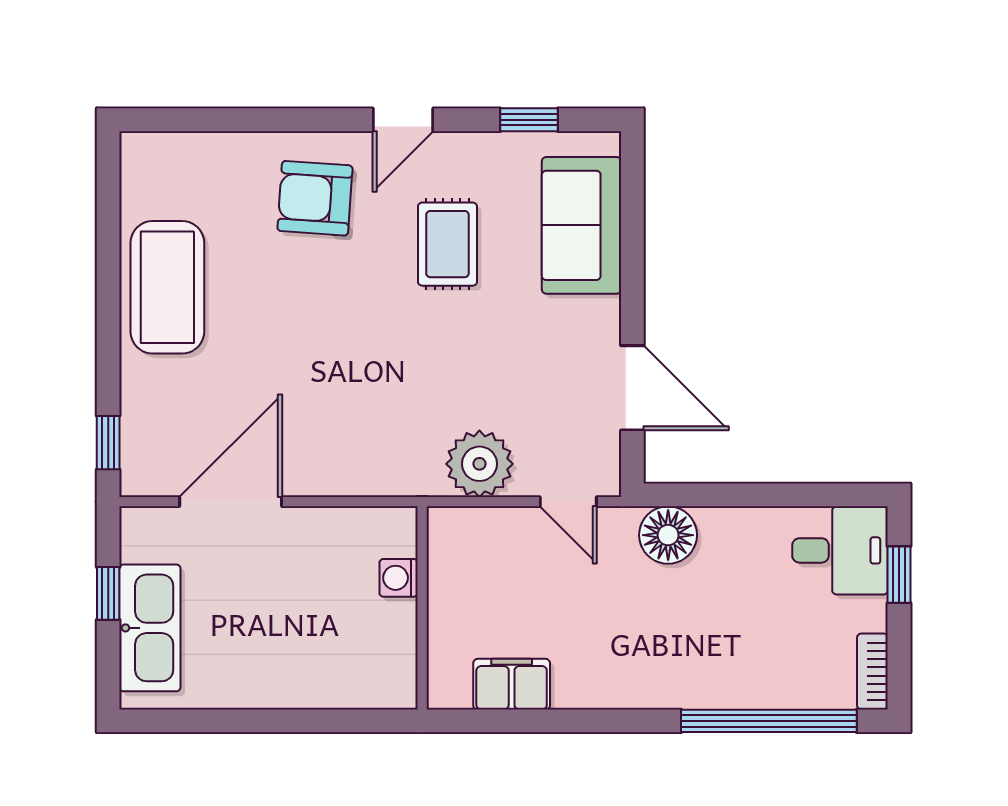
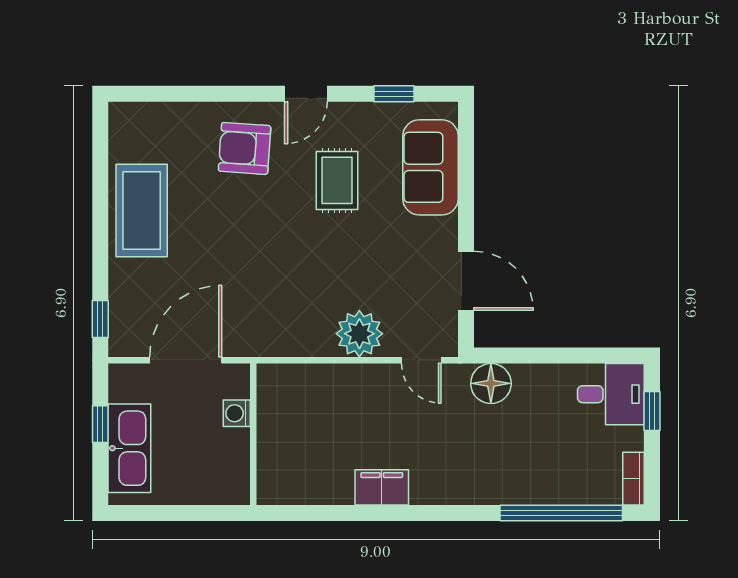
washing machine: (399, 578) -> (237, 413), moved
wall: (422, 608) -> (253, 434), moved

